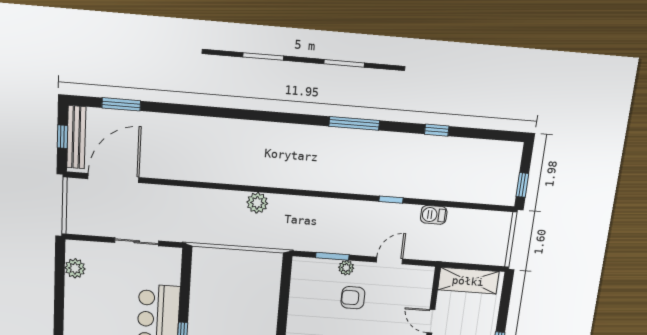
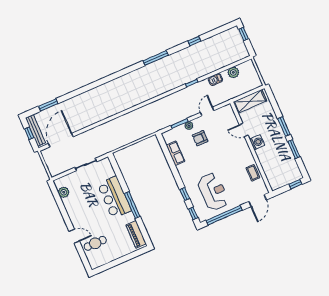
window: (522, 185) -> (244, 34), moved
plant: (257, 203) -> (233, 72), moved
row of seats: (299, 301) -> (175, 153), added

